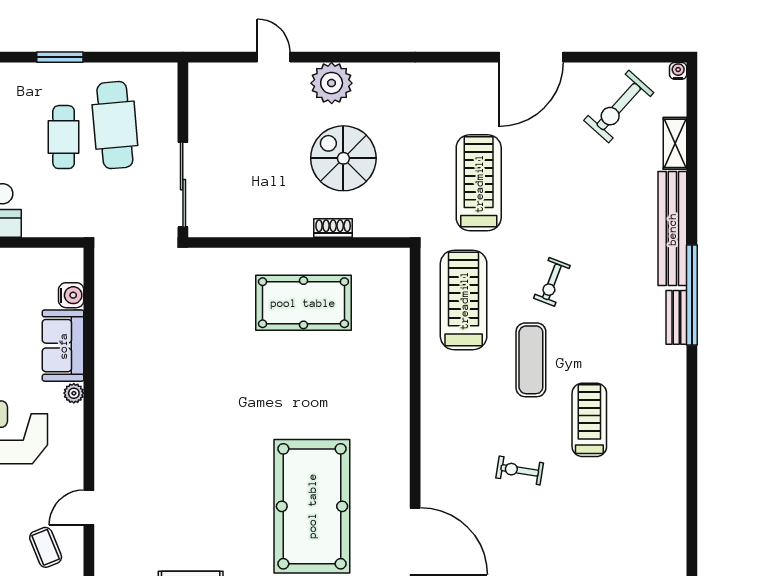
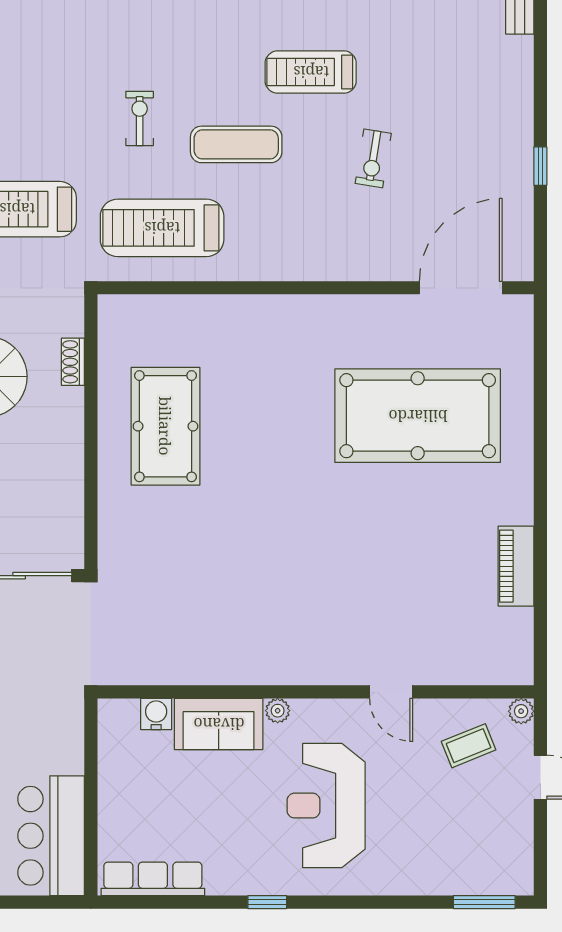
shoe rack: (333, 228) -> (73, 362), moved
exercise bike: (552, 282) -> (140, 118), turned -111
door: (89, 507) -> (391, 692), moved

